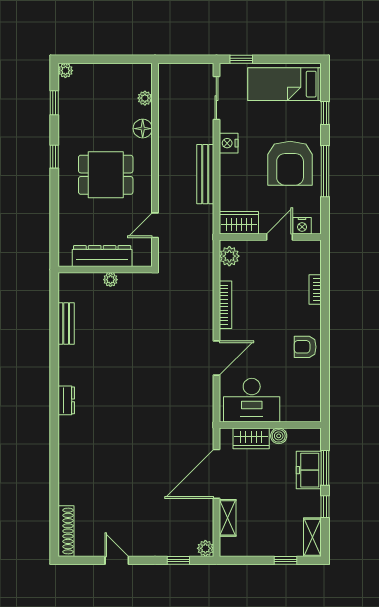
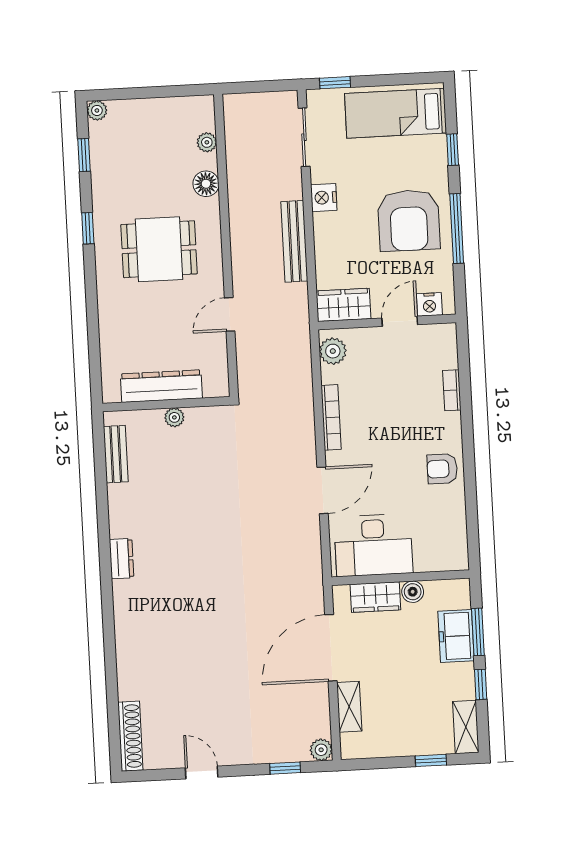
dresser: (102, 256) -> (161, 386), moved
wall: (105, 270) -> (166, 404), moved
plant: (110, 280) -> (174, 417), moved

